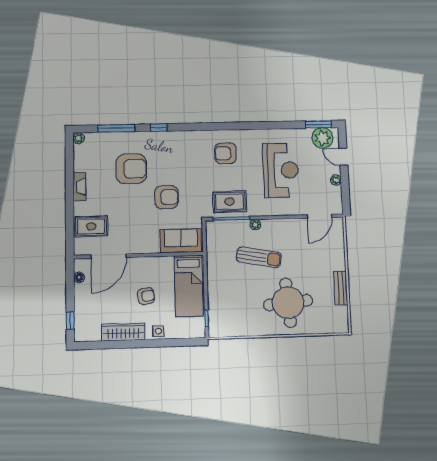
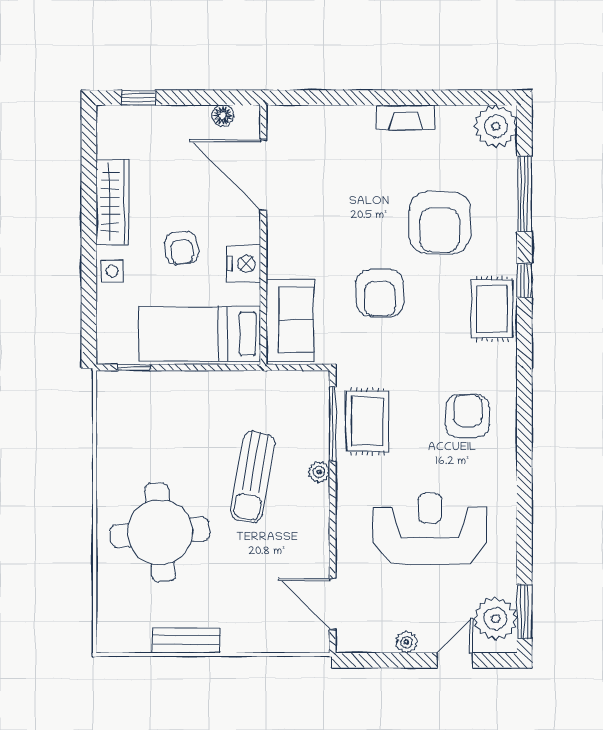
plant: (78, 138) -> (496, 126), width x1.87, depth x1.87
reception desk: (281, 170) -> (430, 529), turned 180
rug: (91, 226) -> (492, 309), moved
nightstand: (153, 265) -> (244, 264), added

